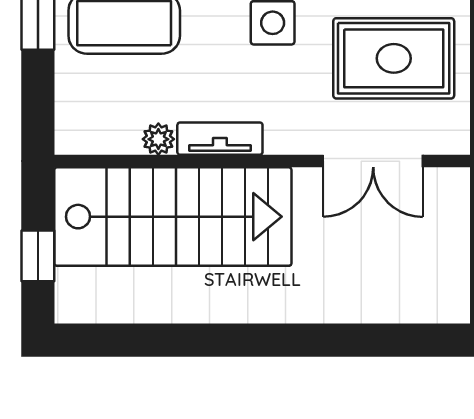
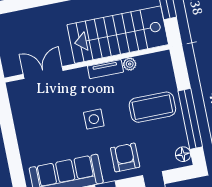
rug: (394, 58) -> (43, 115), removed

